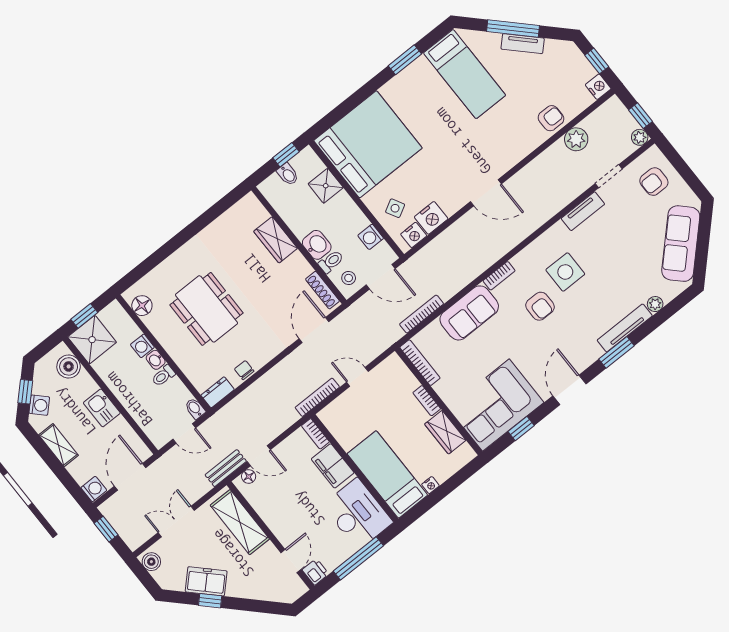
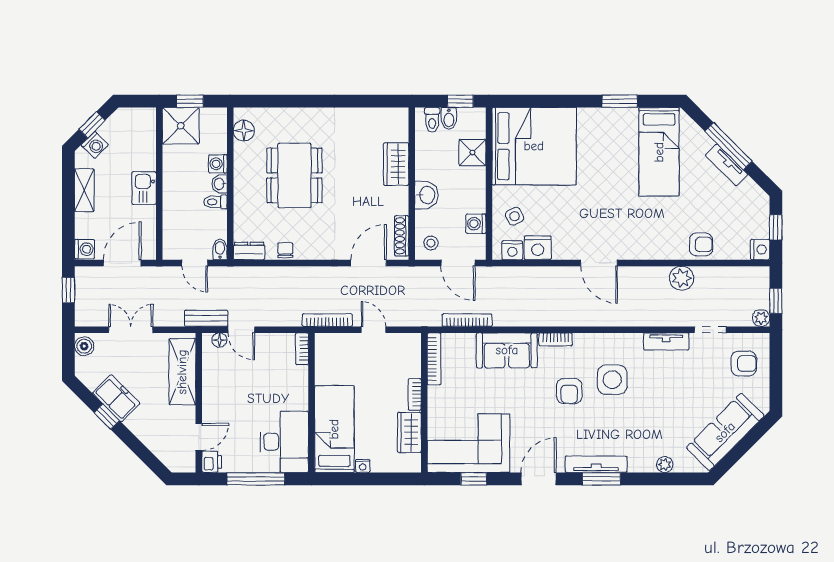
plant: (576, 139) -> (682, 278), moved
armchair: (654, 182) -> (744, 364), turned 180
toilet: (331, 262) -> (432, 120), moved, turned 90
tv unit: (625, 328) -> (596, 464), moved
boiler: (69, 366) -> (144, 132), removed
filing cabinet: (333, 466) -> (295, 386), removed

